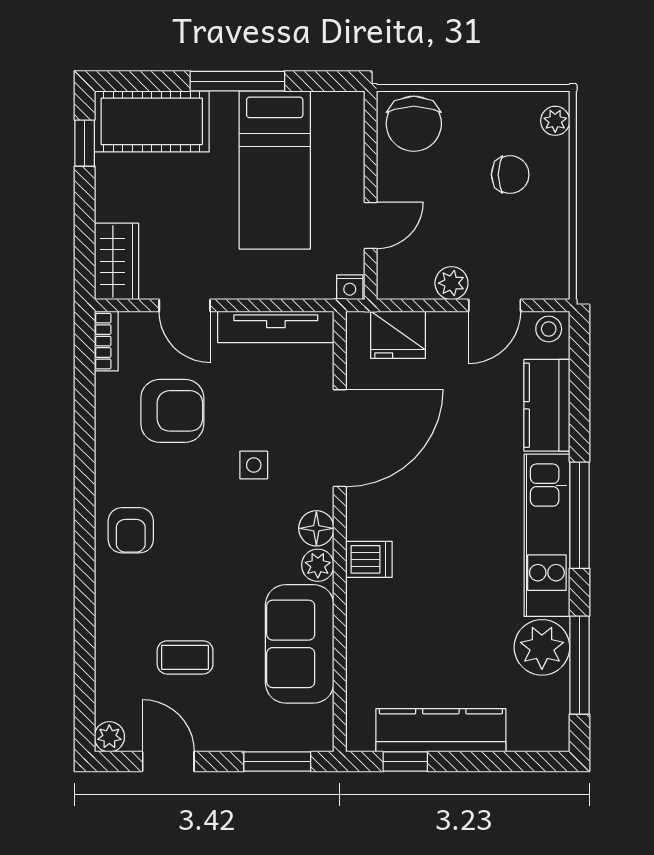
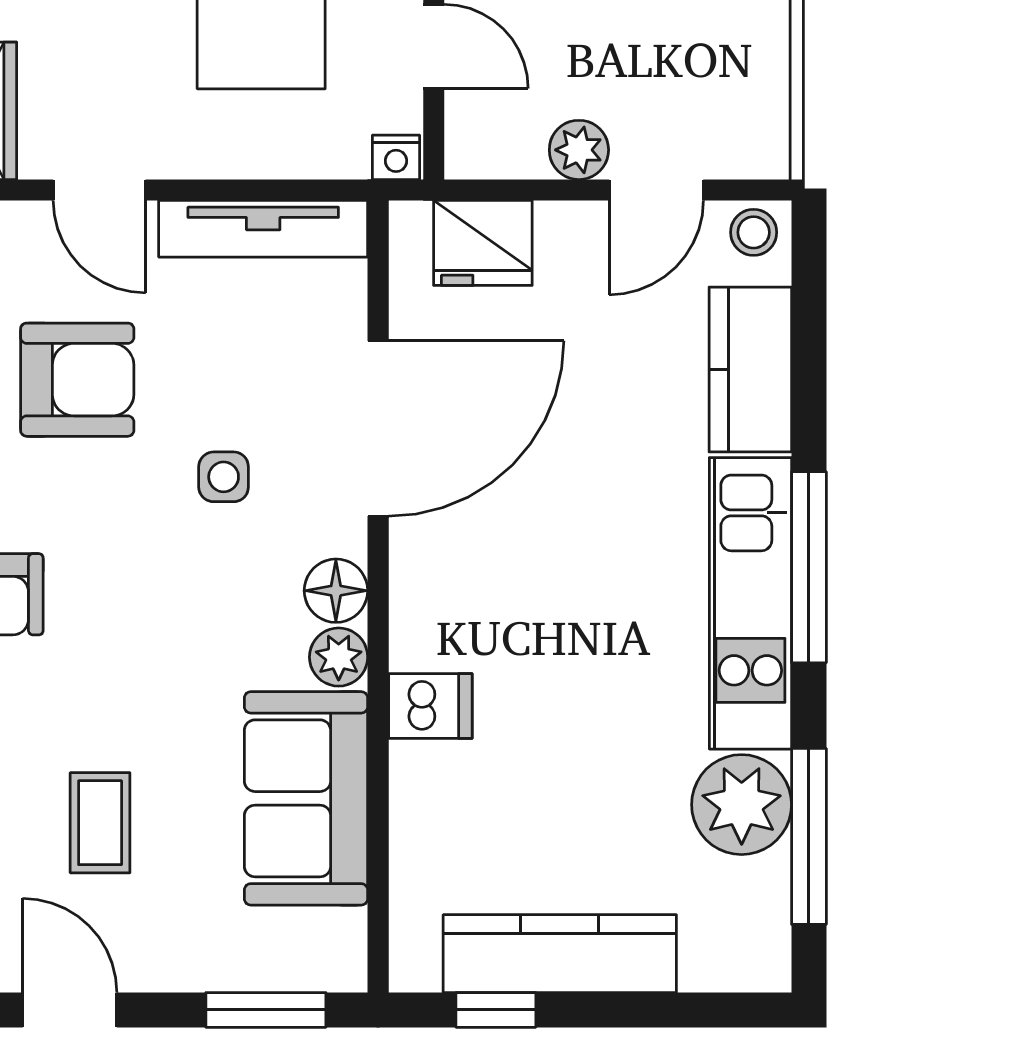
door: (371, 225) -> (434, 46), hinge flipped
dishwasher: (369, 559) -> (430, 706), moved
coffee table: (185, 657) -> (100, 823), turned 90

